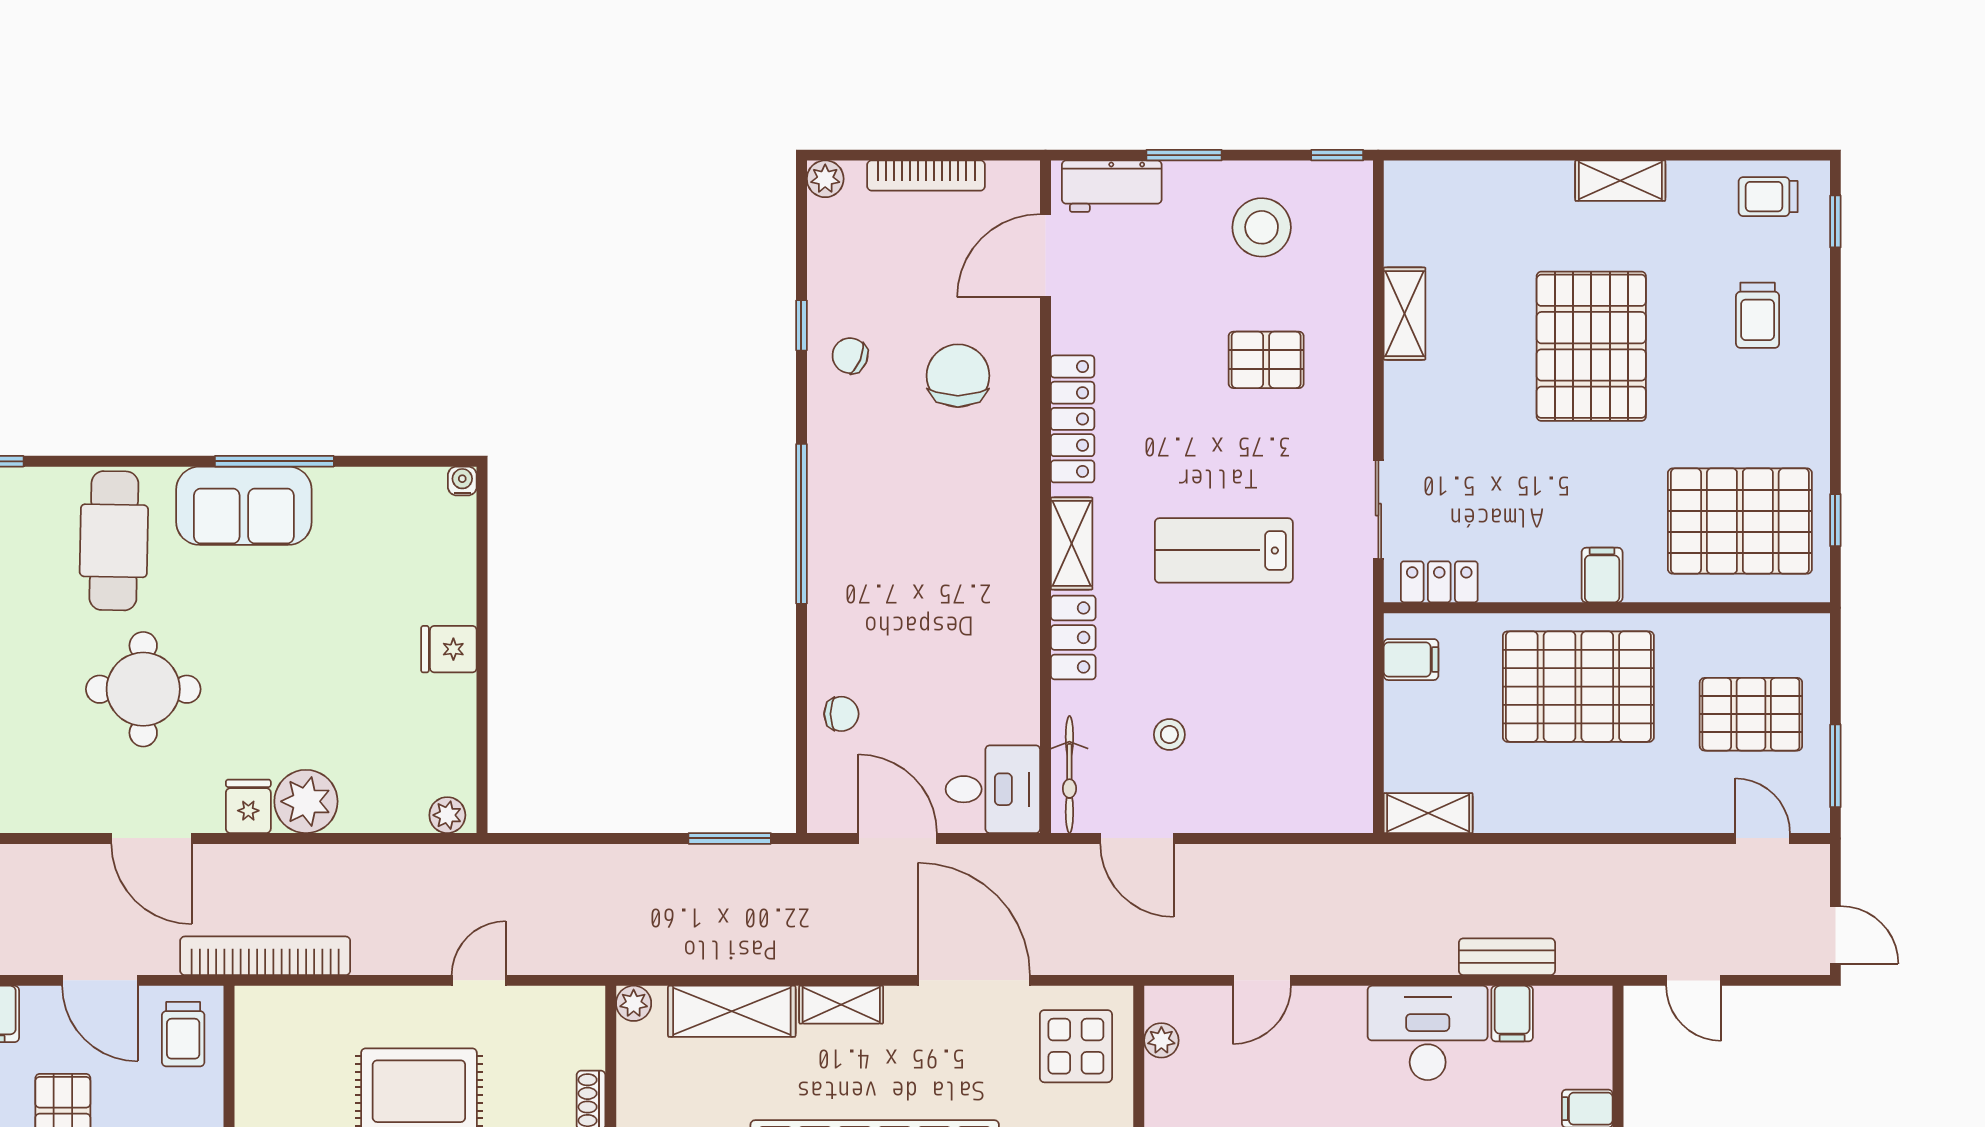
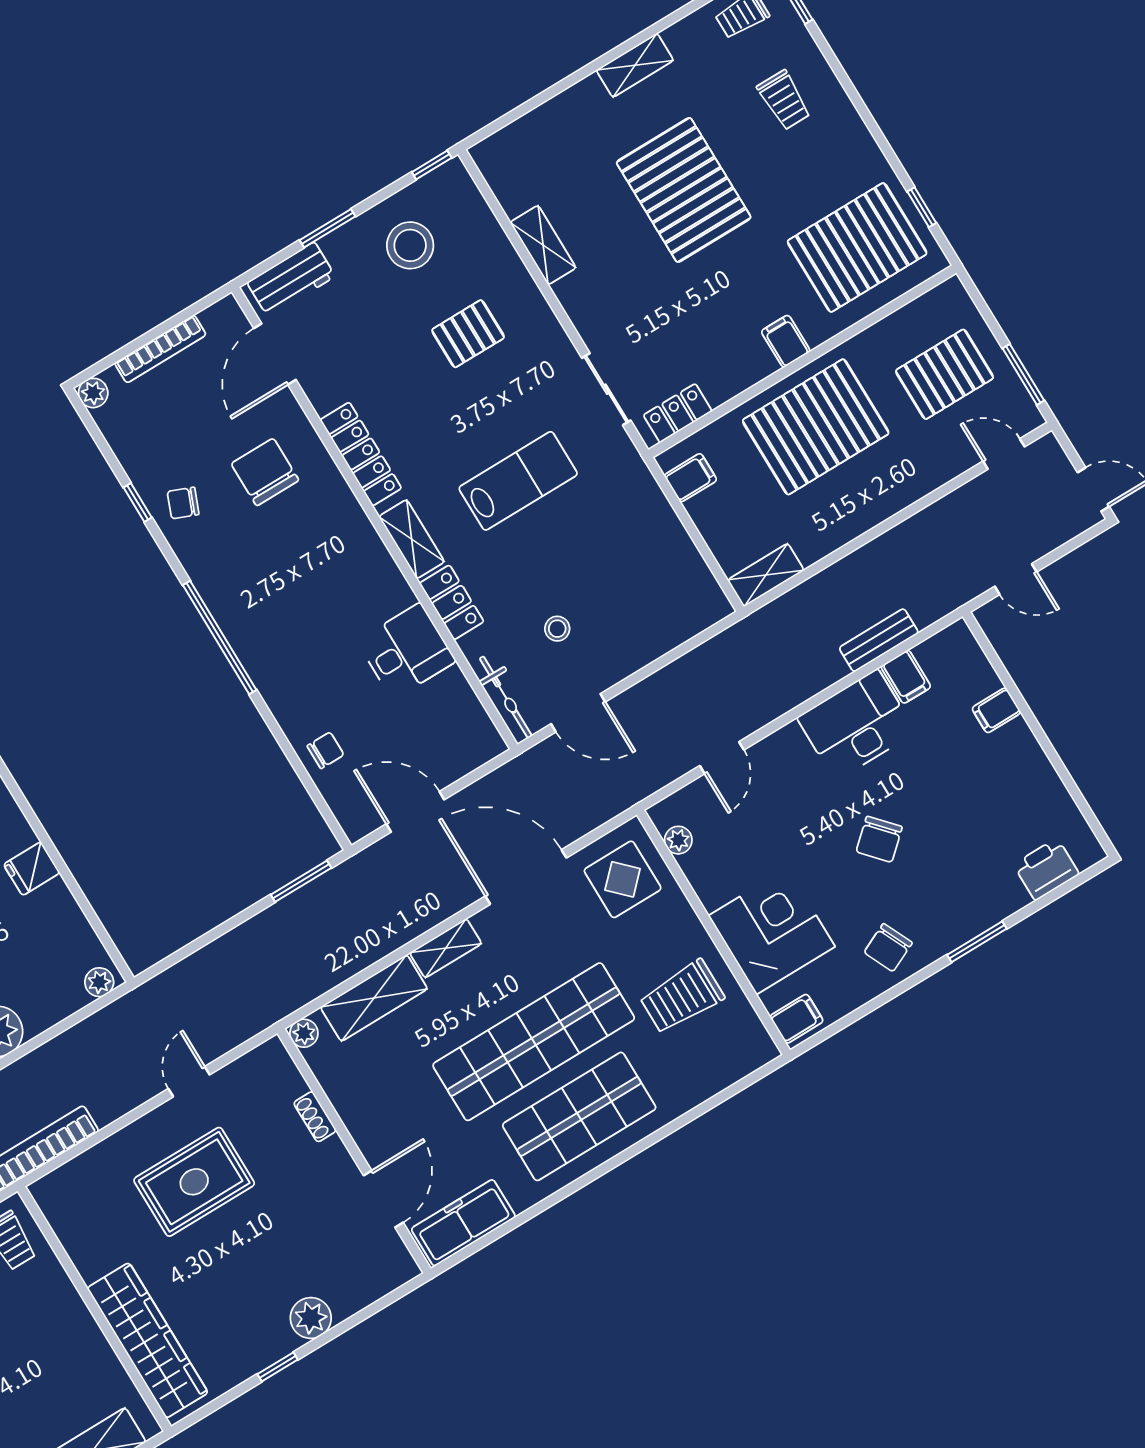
lab bench: (1224, 550) -> (518, 481), turned 180
desk: (993, 789) -> (406, 651), moved

